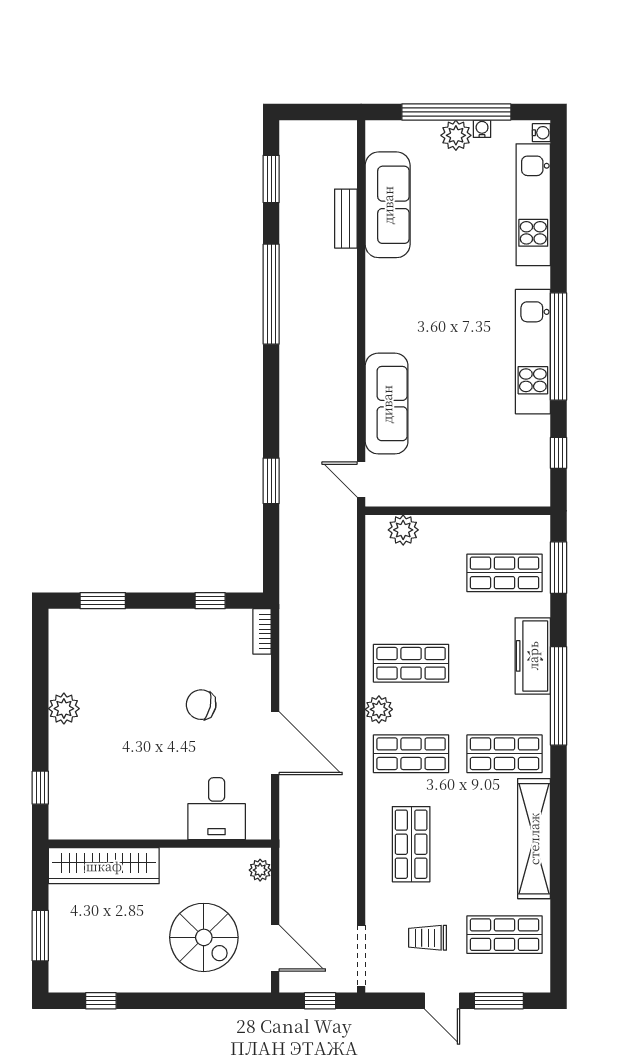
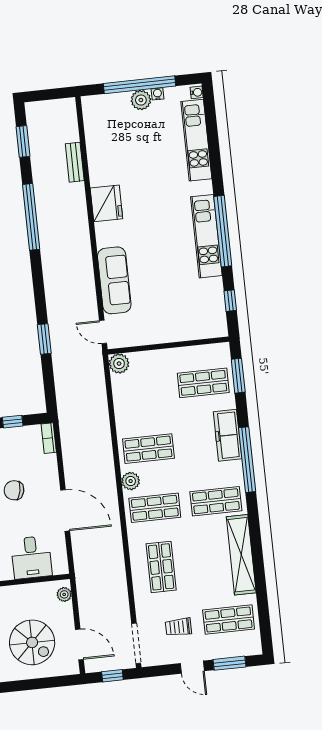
sofa: (388, 205) -> (101, 150), removed
fridge: (387, 286) -> (106, 203), added
plant: (403, 530) -> (119, 364), moved

